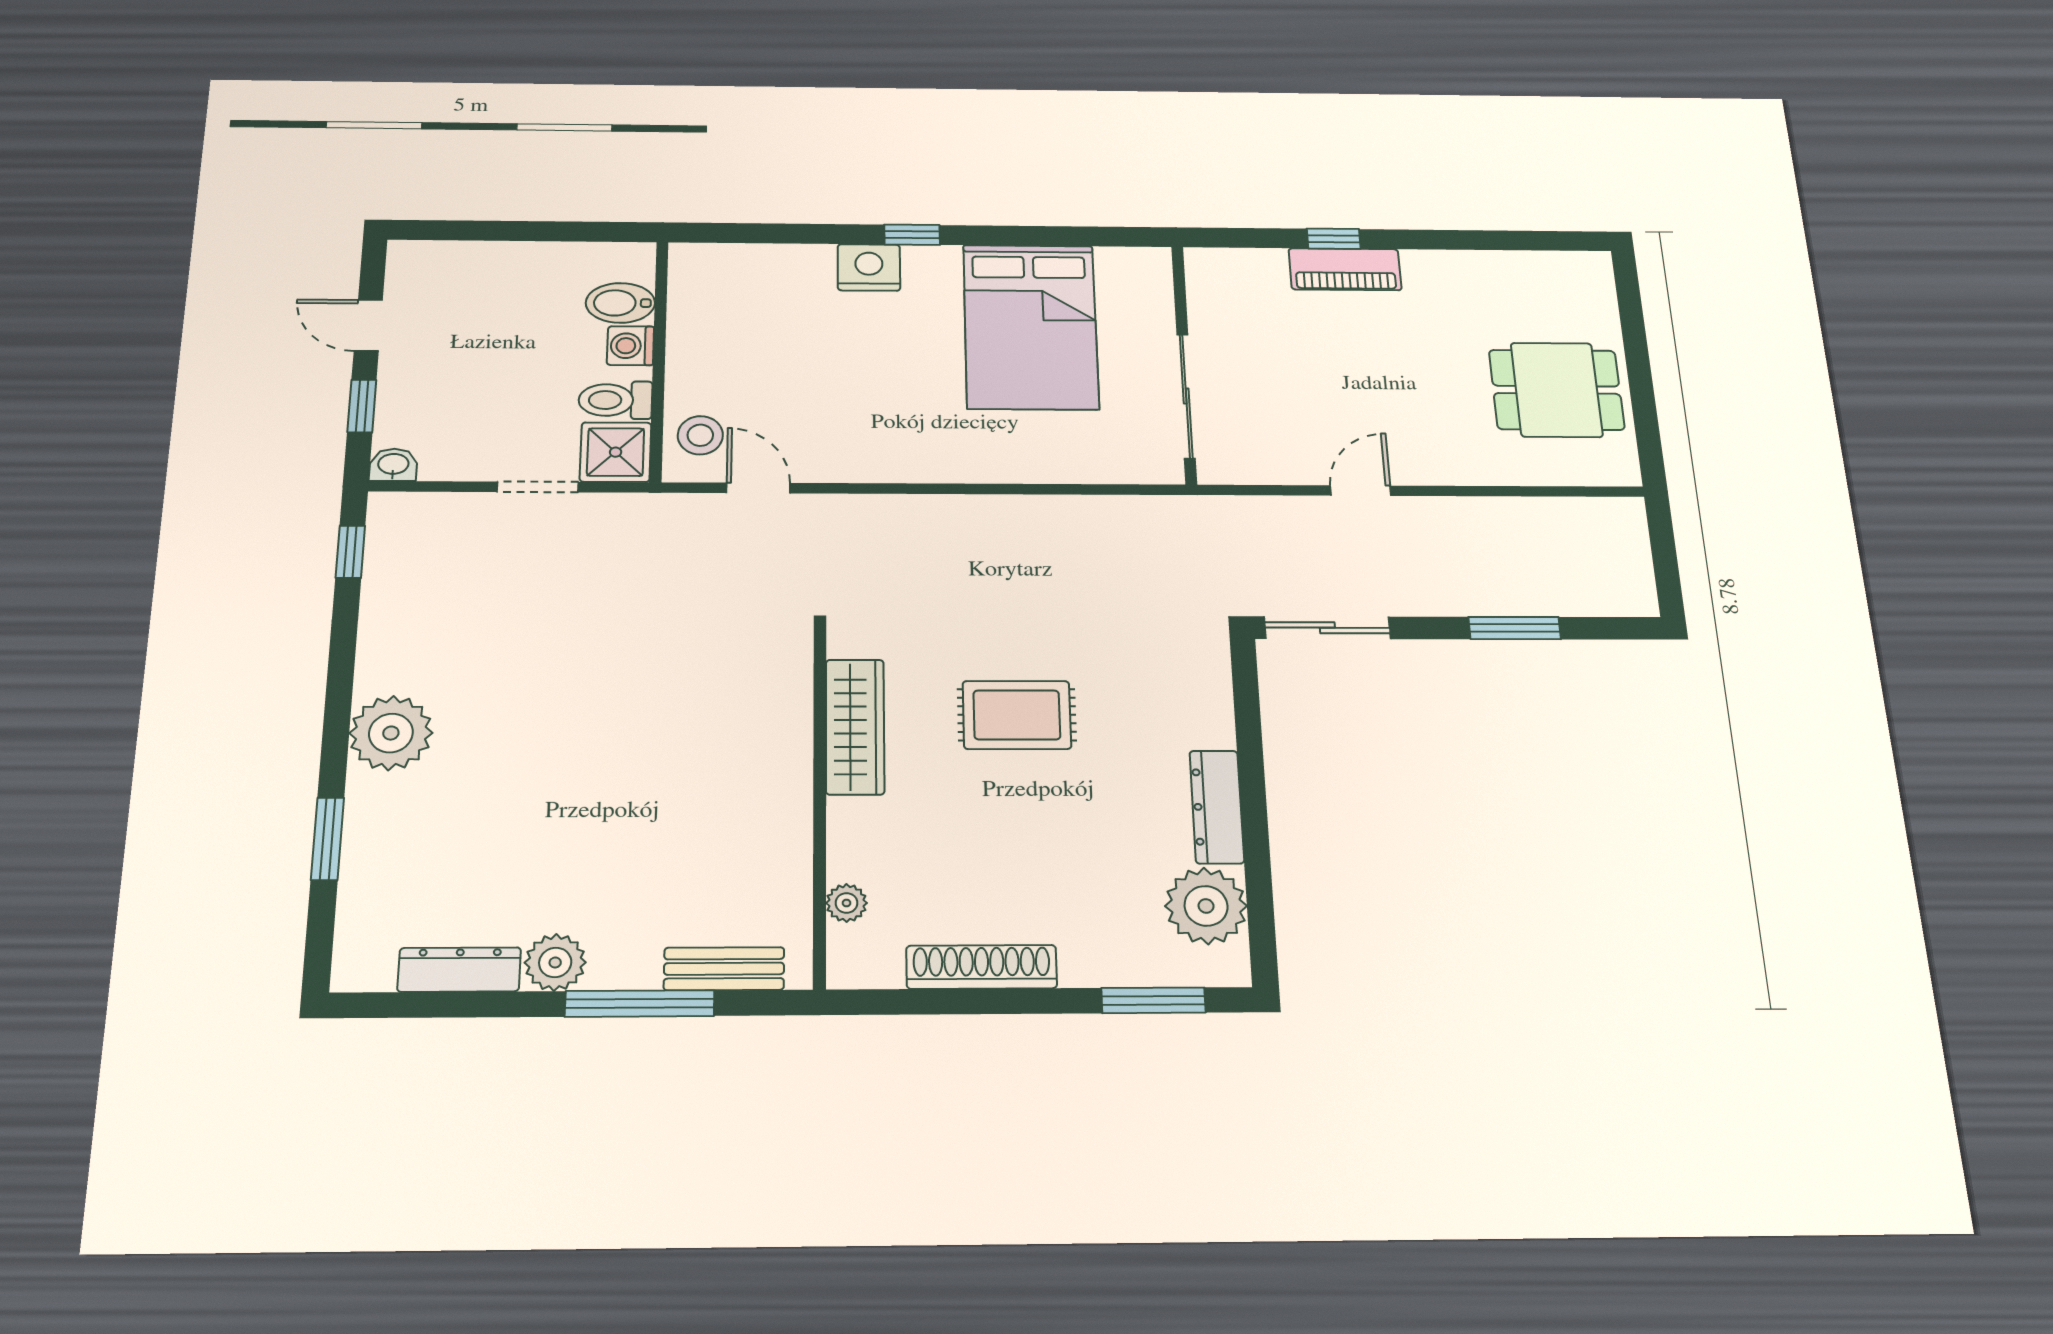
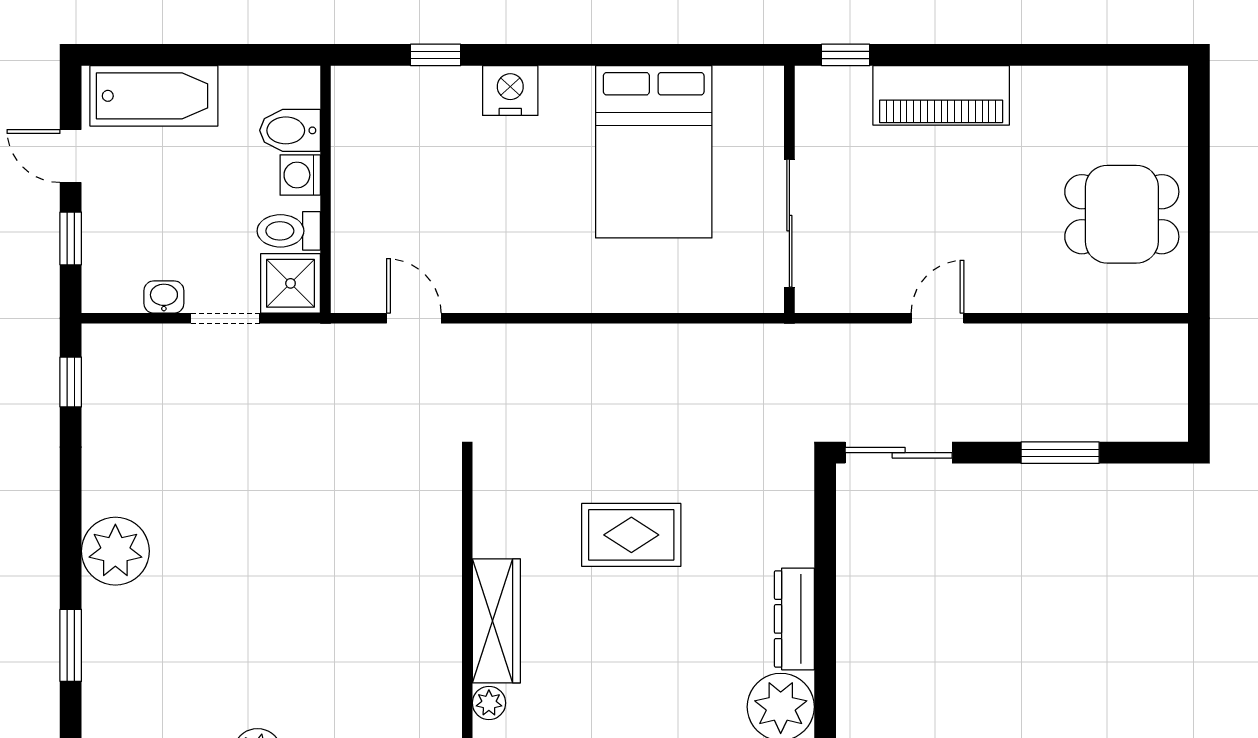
window: (912, 235) -> (436, 55), moved
window: (1334, 239) -> (846, 55), moved
bathtub: (468, 269) -> (154, 96), added
piano: (1345, 269) -> (941, 95), width x1.37, depth x1.33
stool: (700, 435) -> (363, 266), removed
washbasin: (393, 465) -> (164, 297), moved
wardrobe: (855, 727) -> (496, 621), moved

